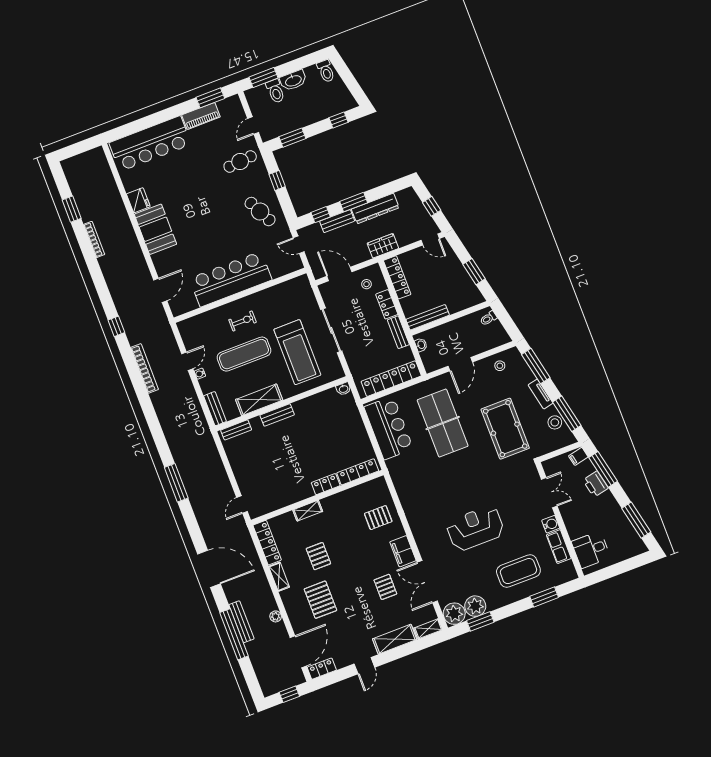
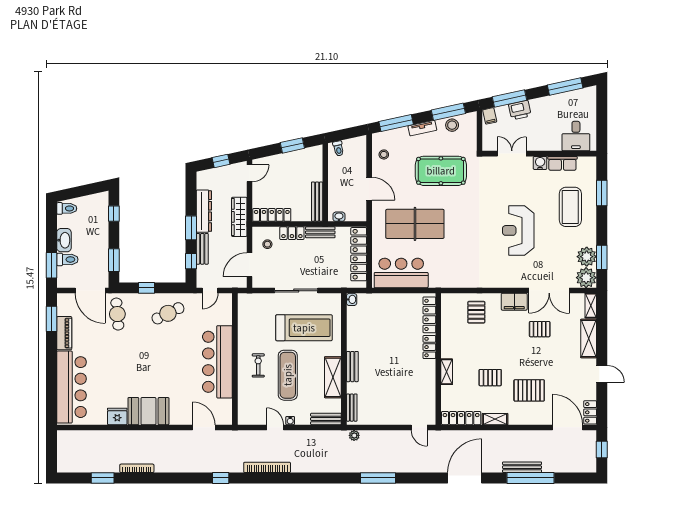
door: (253, 125) -> (90, 291), width x1.88
wardrobe: (383, 246) -> (239, 217), width x1.50
plant: (276, 616) -> (354, 435), moved

